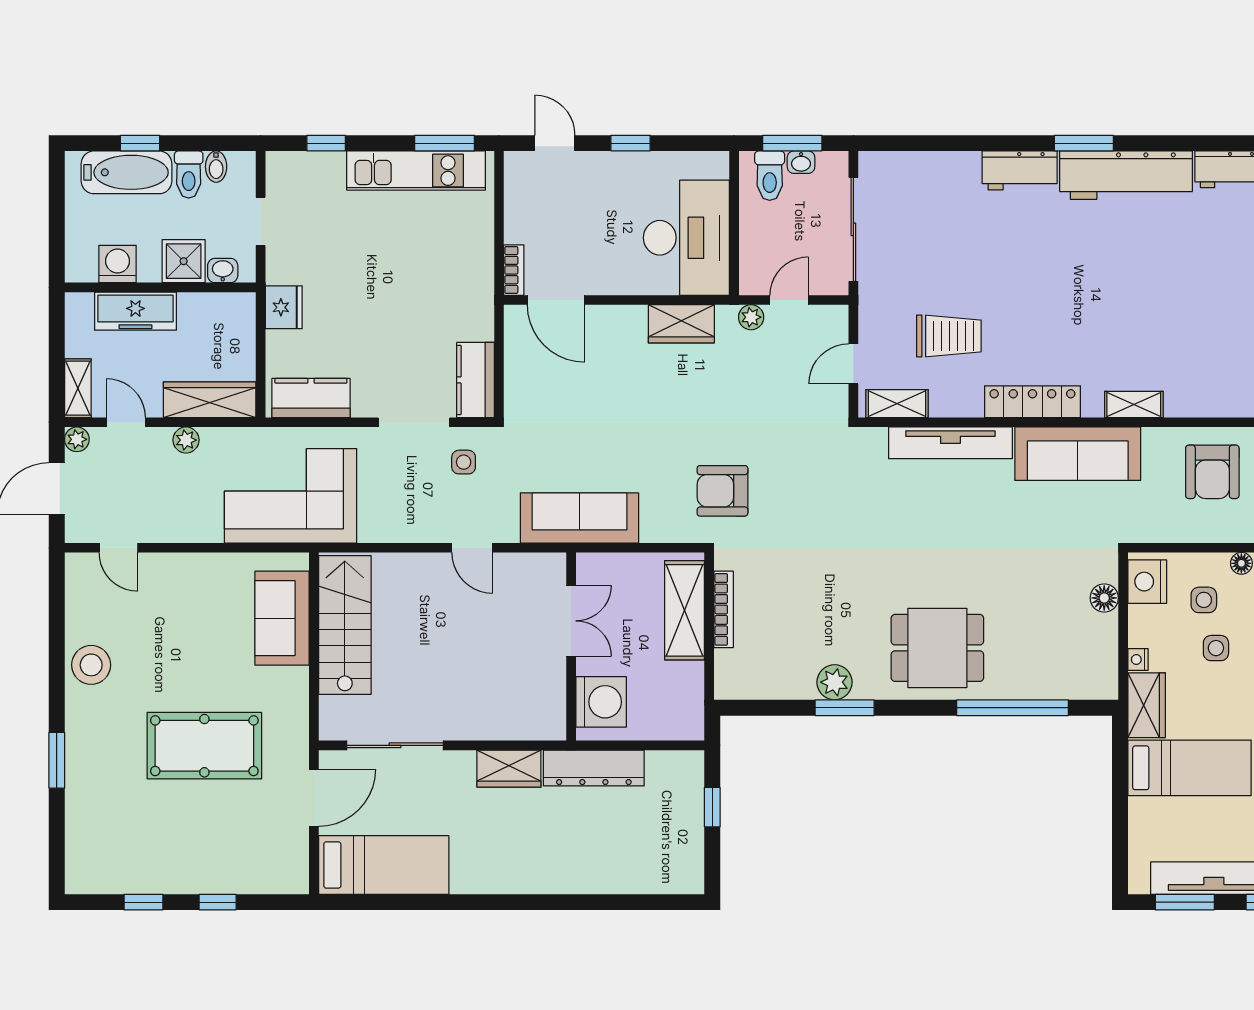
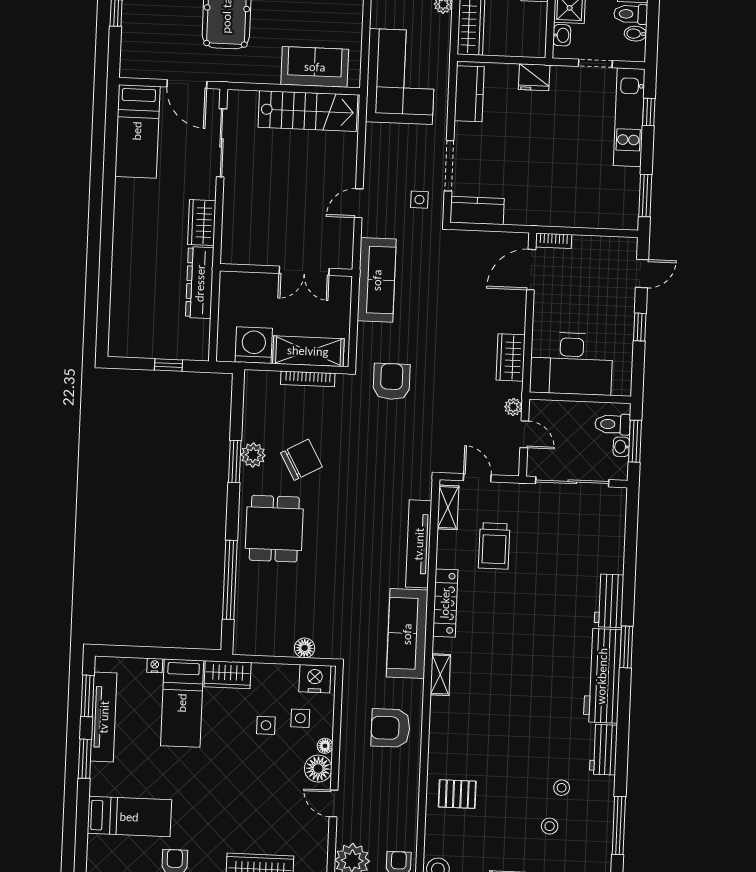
kitchen unit: (416, 171) -> (629, 117), moved
chair: (838, 614) -> (301, 460), added
nightstand: (1138, 660) -> (155, 665), moved
washing machine: (601, 702) -> (254, 345), moved, turned 180

